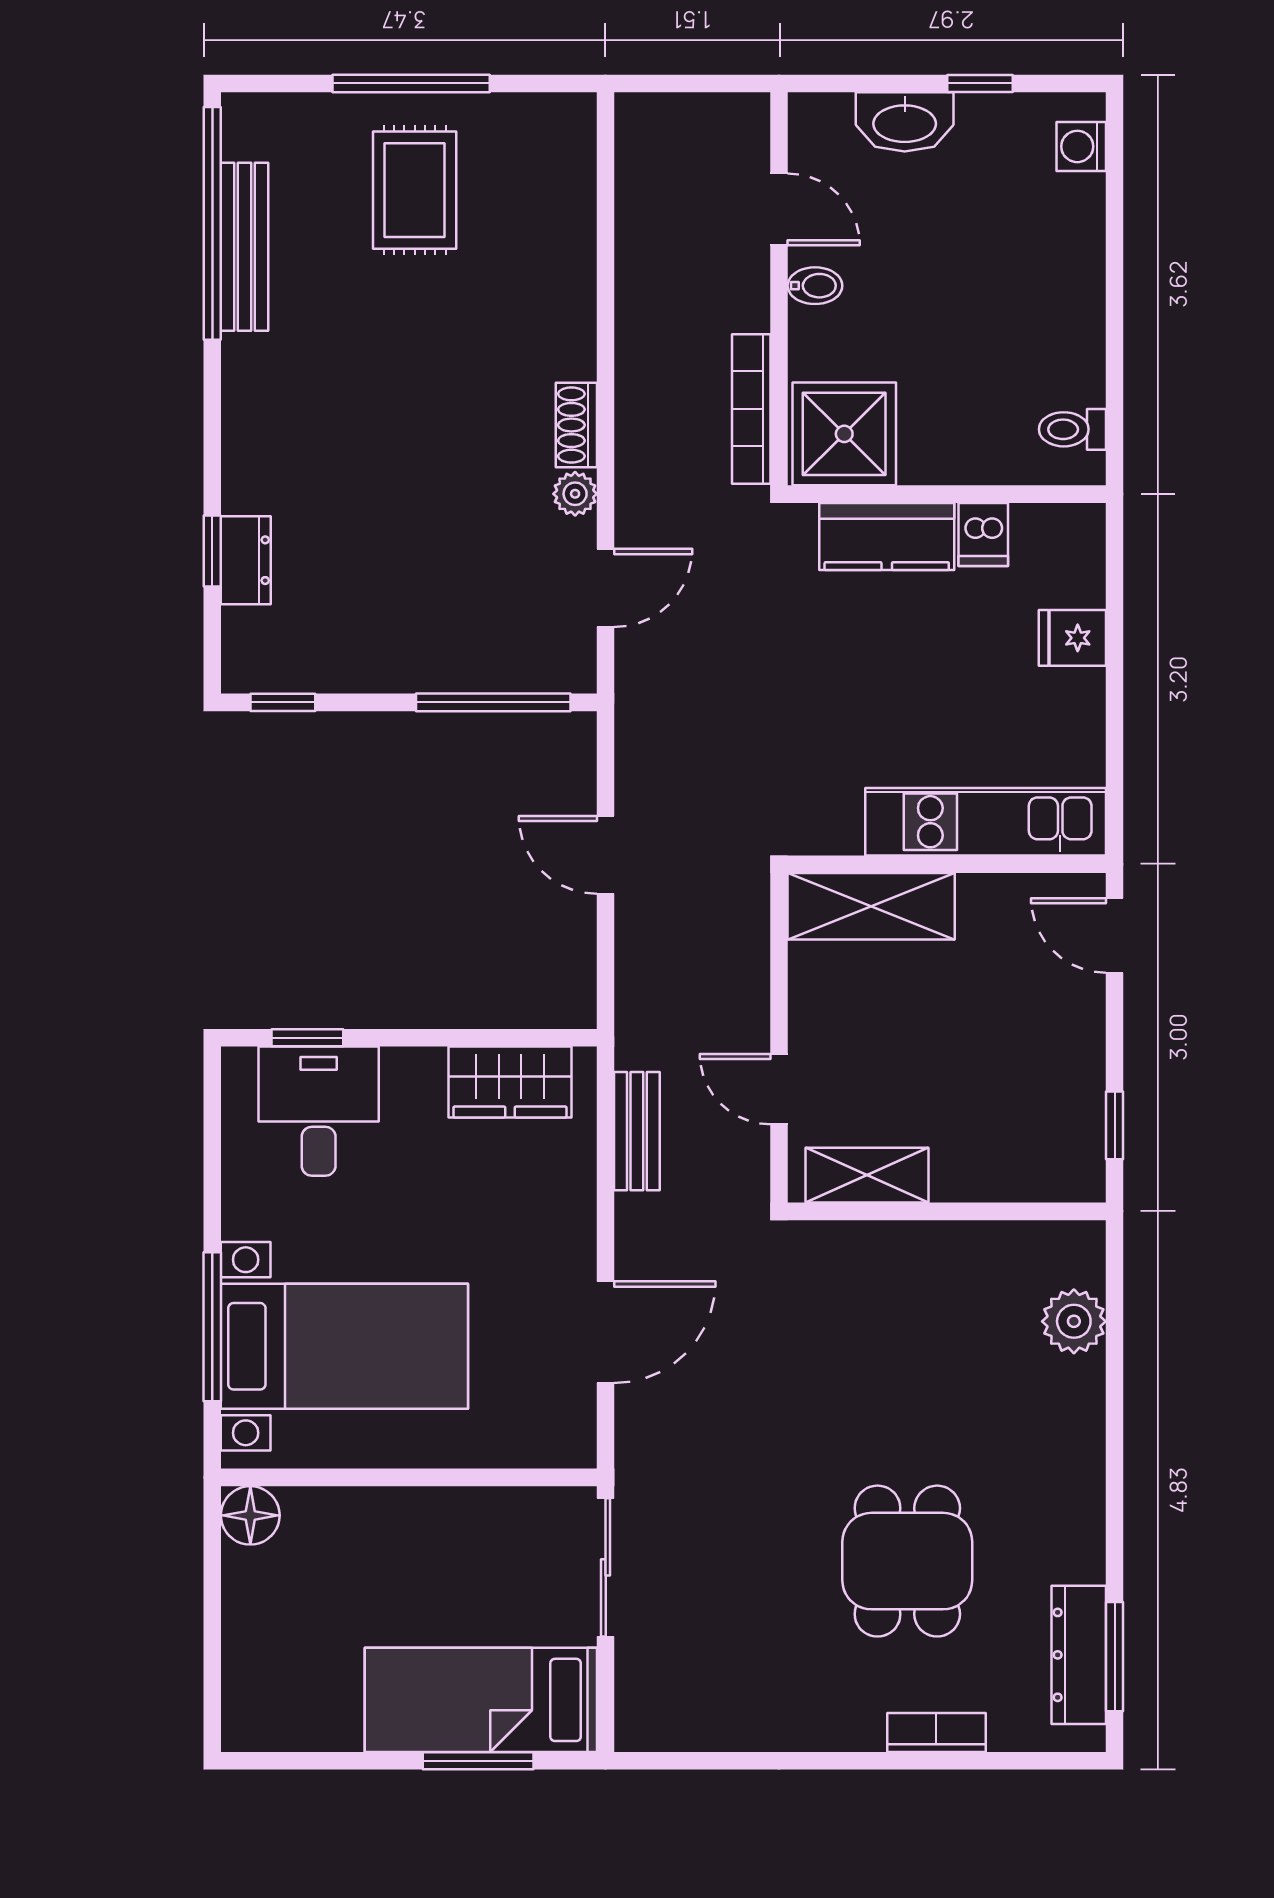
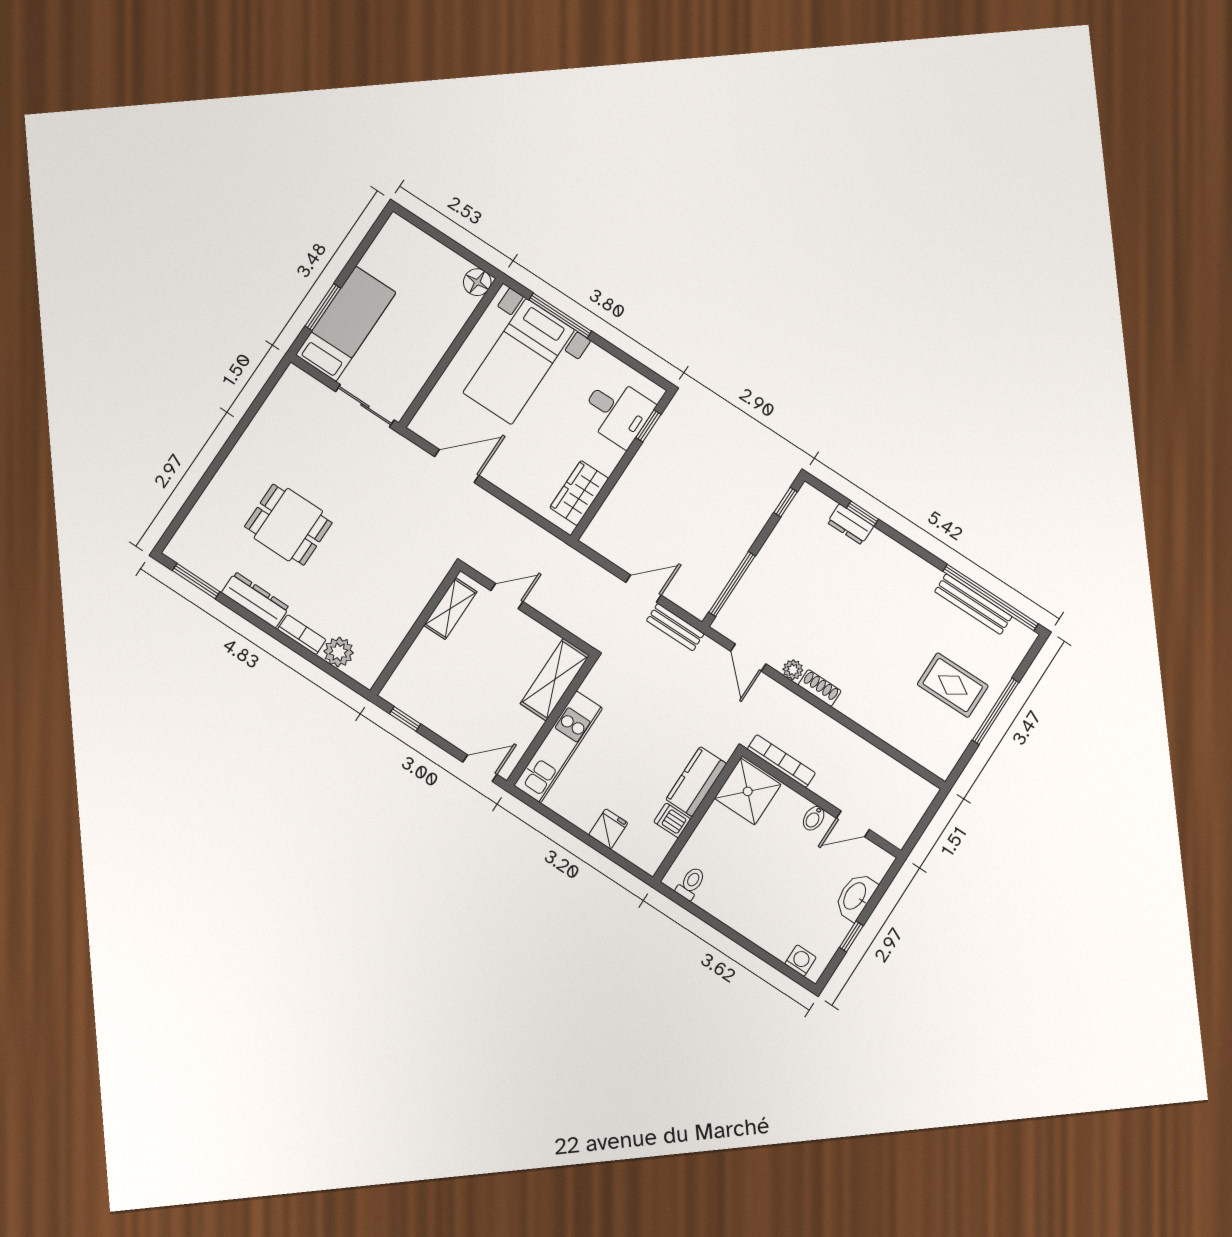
bench: (637, 1131) -> (675, 627), moved
door: (606, 1332) -> (457, 466), swing flipped
dresser: (1079, 1655) -> (255, 600), moved
bookcase: (936, 1733) -> (302, 635), moved, turned -90

